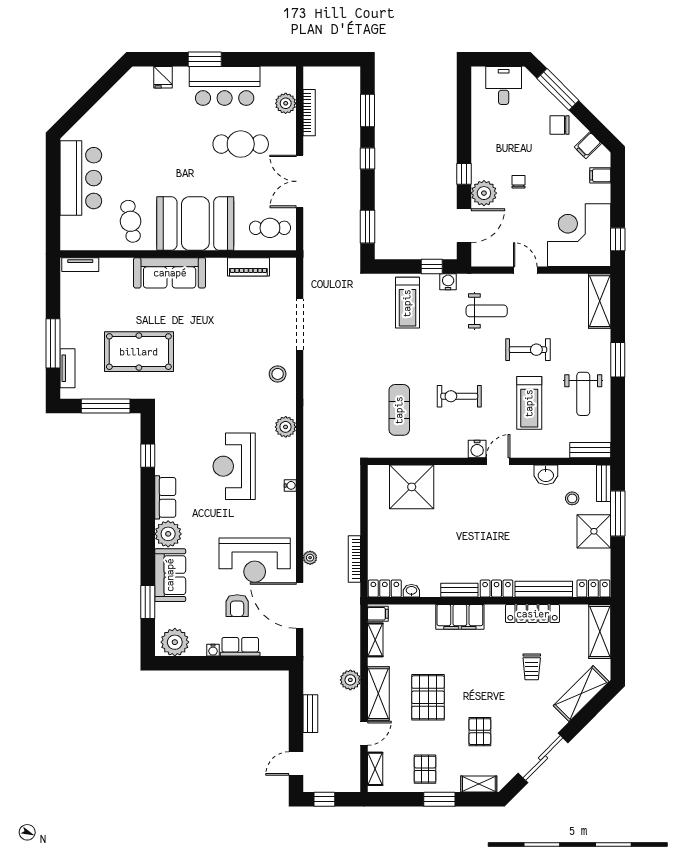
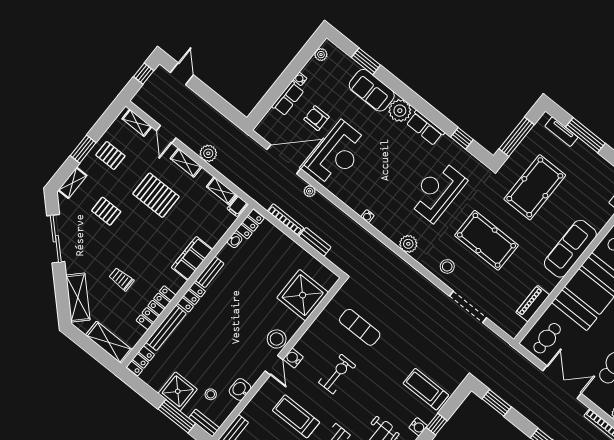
pool table: (224, 357) -> (486, 240), added
reception desk: (234, 466) -> (437, 191), moved, turned -90
stool: (472, 478) -> (277, 339), added
reception desk: (255, 560) -> (337, 154), turned 180
plant: (175, 642) -> (321, 55), width x0.53, depth x0.53
shelving: (378, 694) -> (186, 163), width x0.67, depth x0.75
bench: (310, 714) -> (315, 242), moved

